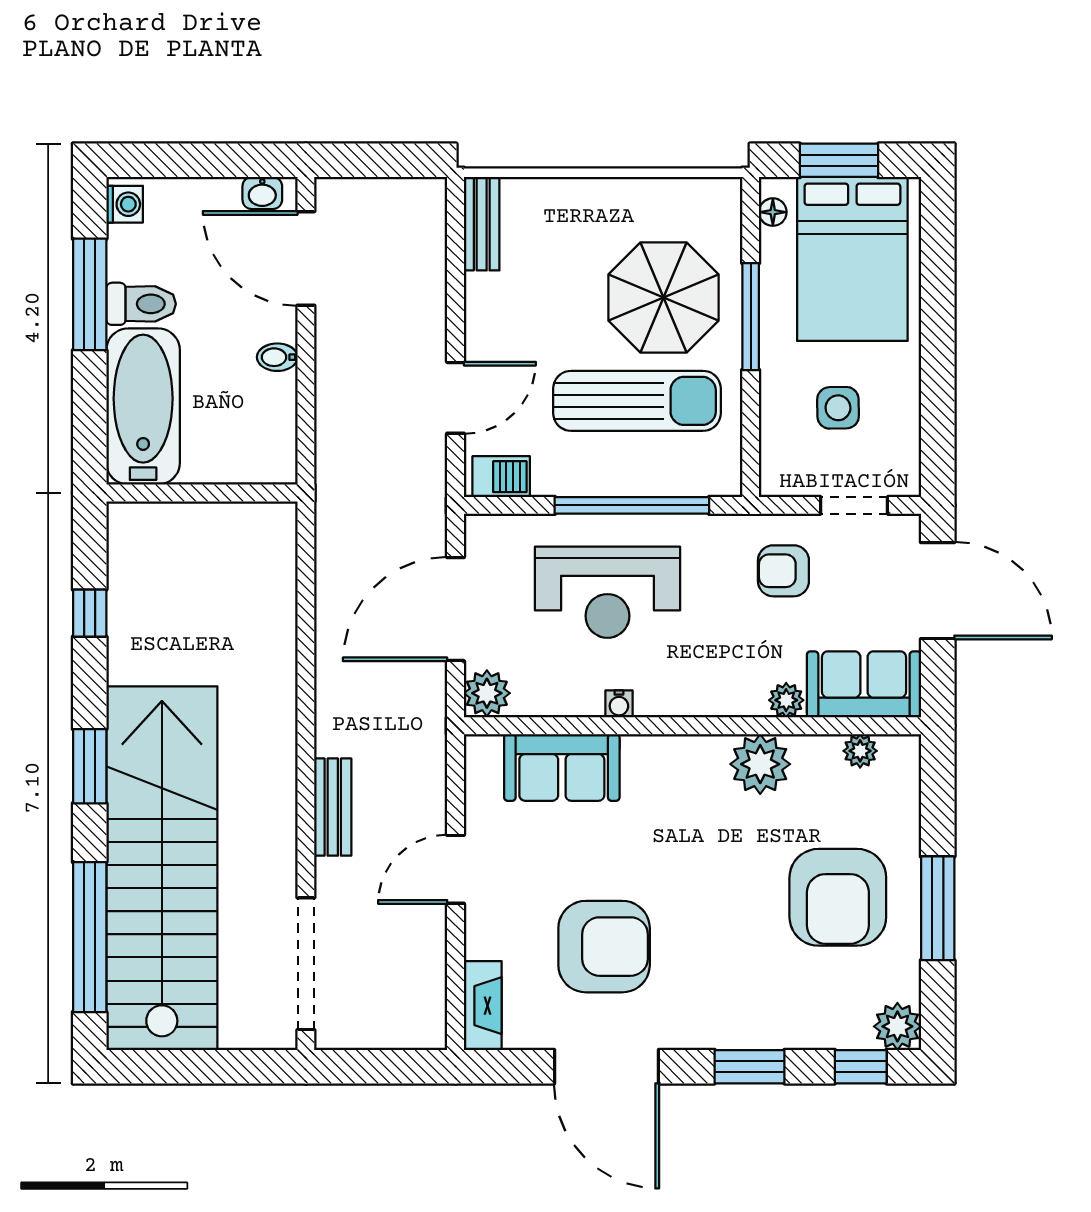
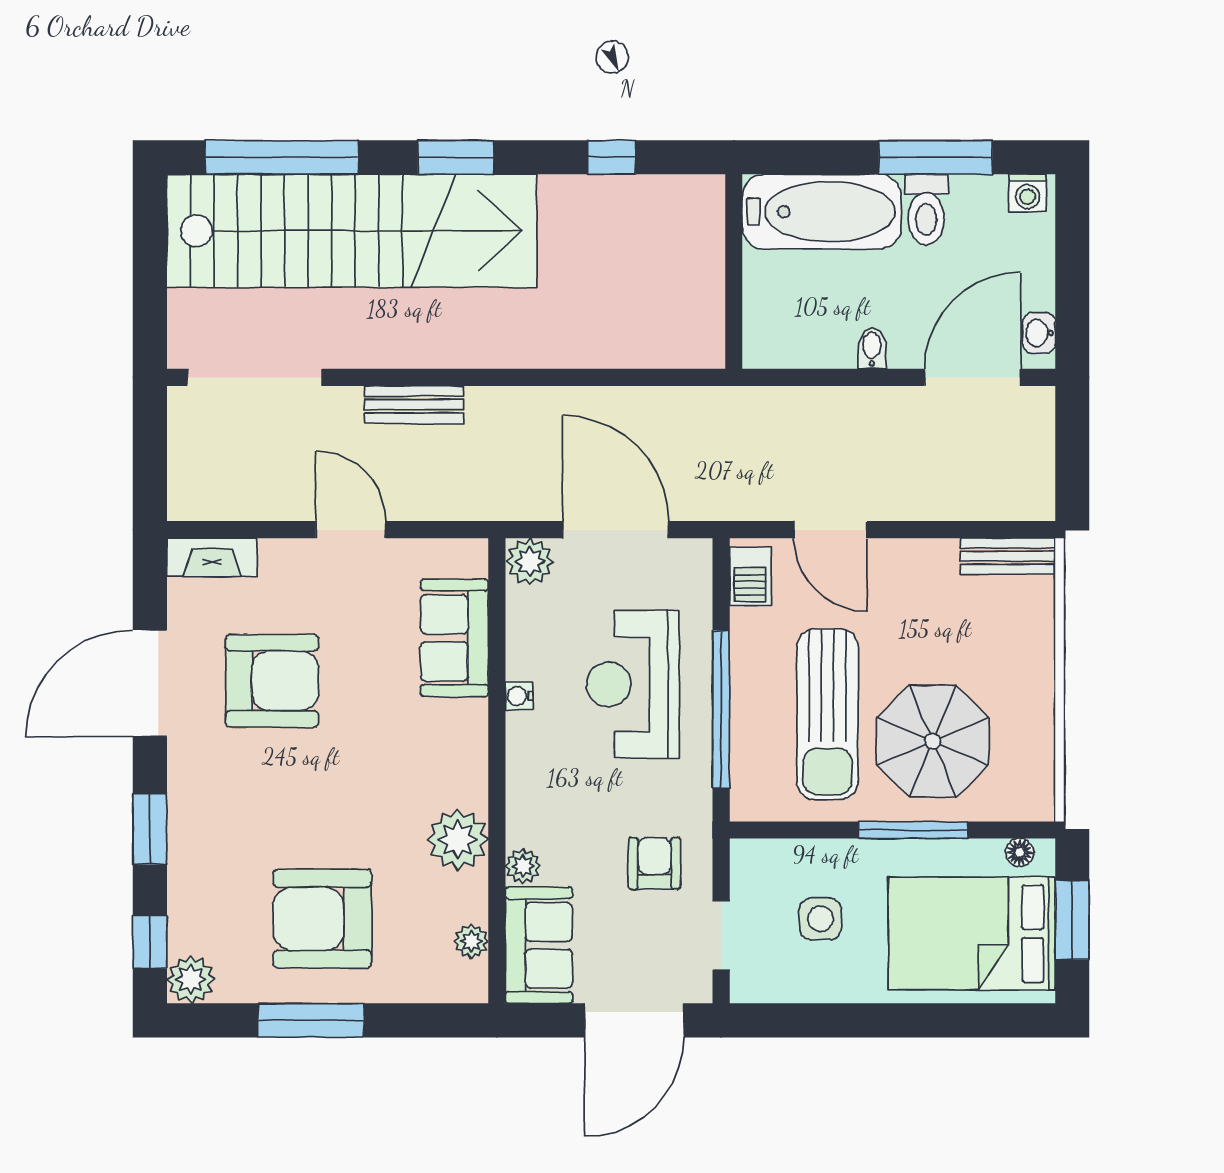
armchair: (604, 947) -> (272, 681), turned -90

